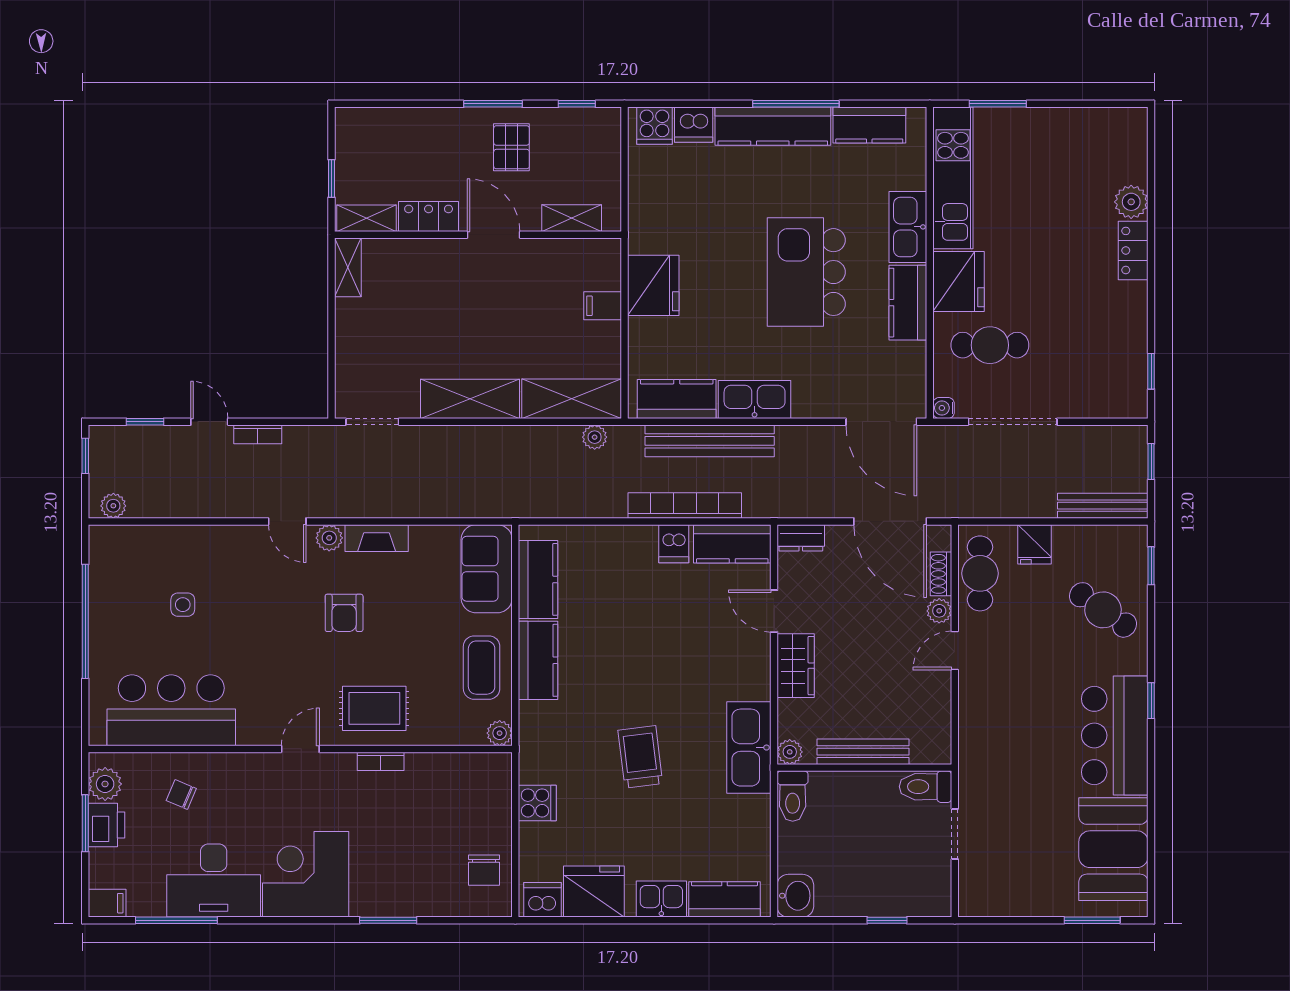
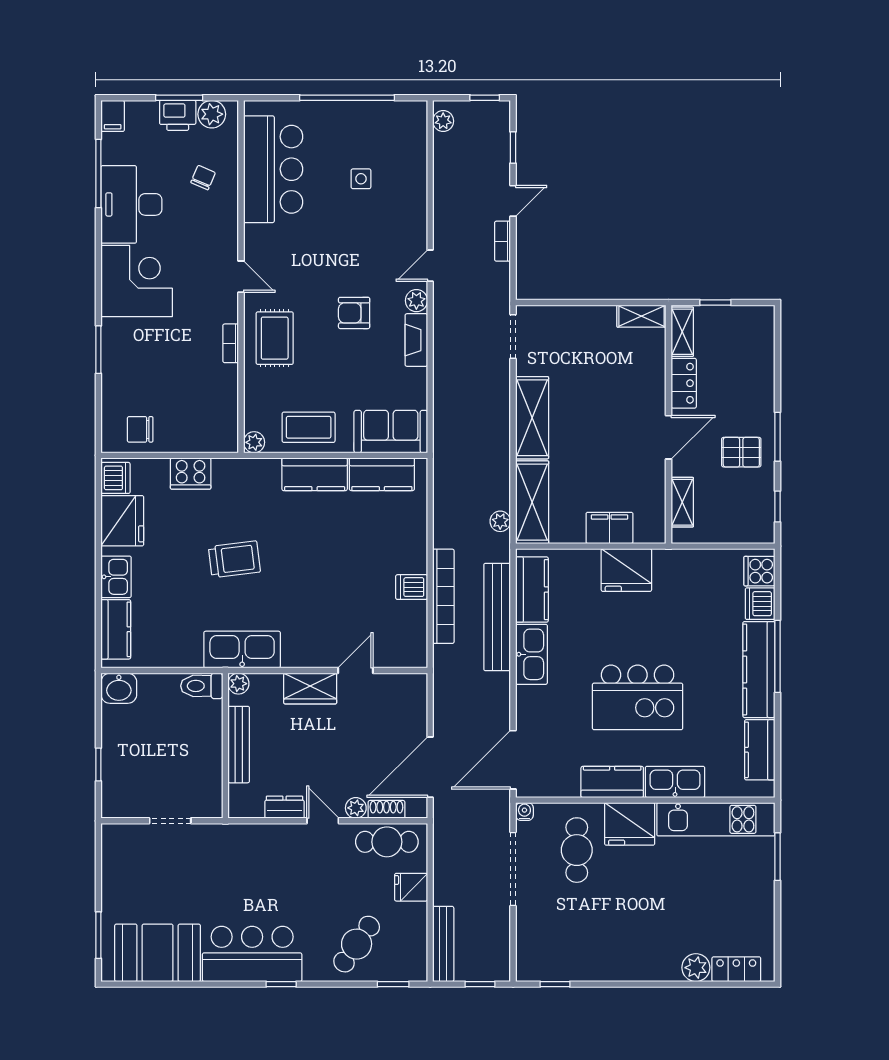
window: (796, 104) -> (777, 656), moved
locker: (1133, 250) -> (736, 969), moved
kitchen island: (806, 272) -> (638, 697), turned 180
filing cabinet: (603, 306) -> (609, 528), width x2.00
dresser: (801, 538) -> (285, 807), moved, turned 90
kitchen counter: (732, 544) -> (411, 636), removed
toilet: (925, 787) -> (210, 796), removed
cooker: (537, 803) -> (191, 474), width x1.36

